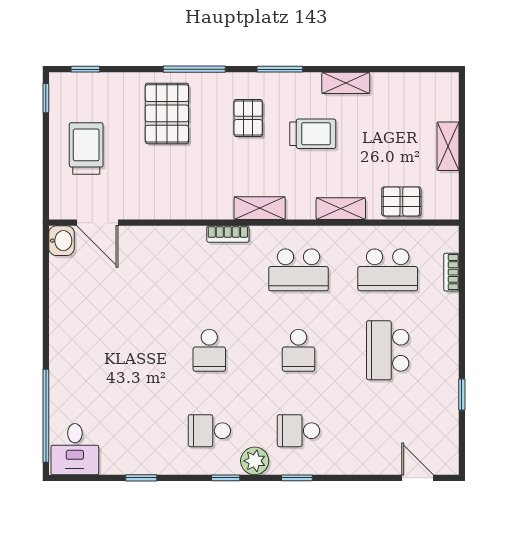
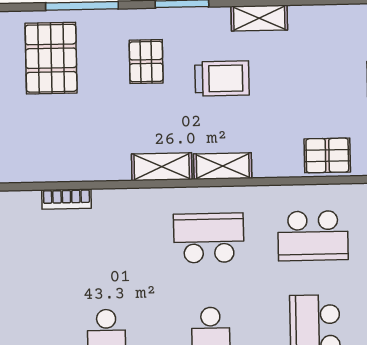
shelving: (341, 209) -> (223, 166), moved
bookcase: (228, 234) -> (66, 199), moved
school desk: (299, 270) -> (209, 238), turned 180

